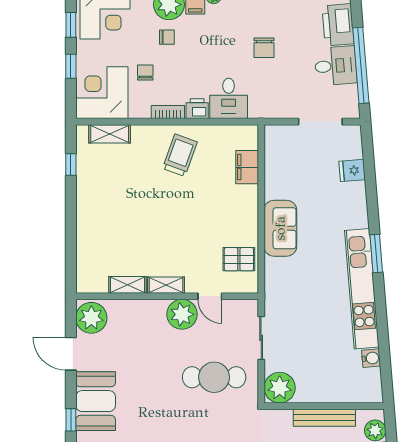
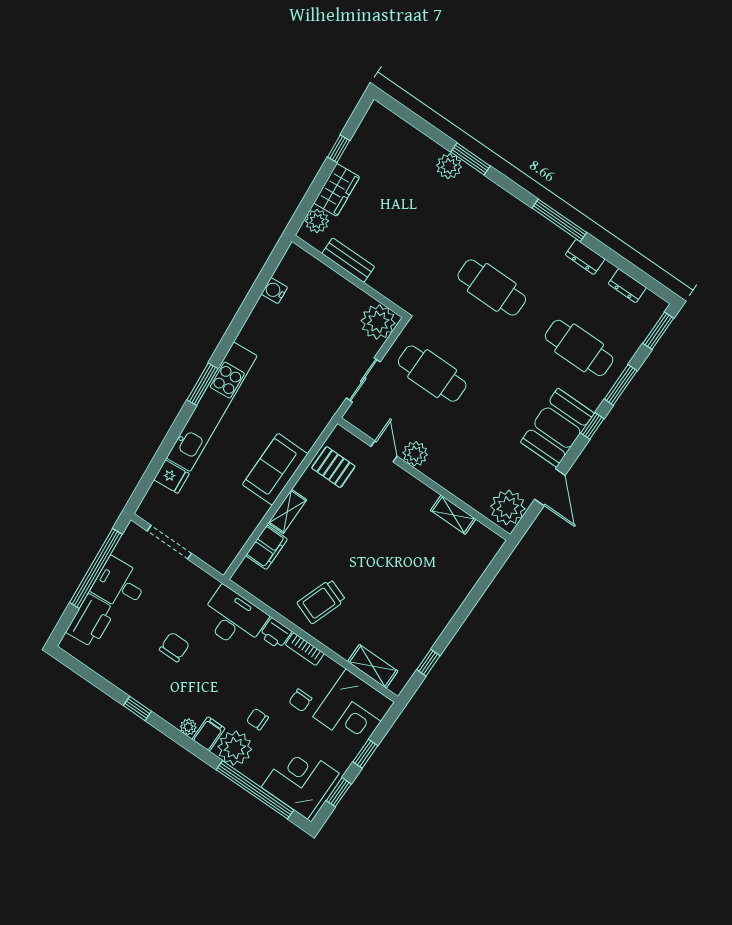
desk: (229, 98) -> (233, 618), width x1.37
shelving: (166, 285) -> (287, 511), moved, turned 90
kitchen unit: (362, 289) -> (212, 407), moved
plant: (182, 314) -> (415, 454), width x0.73, depth x0.73
bench: (324, 418) -> (348, 260), width x0.73

